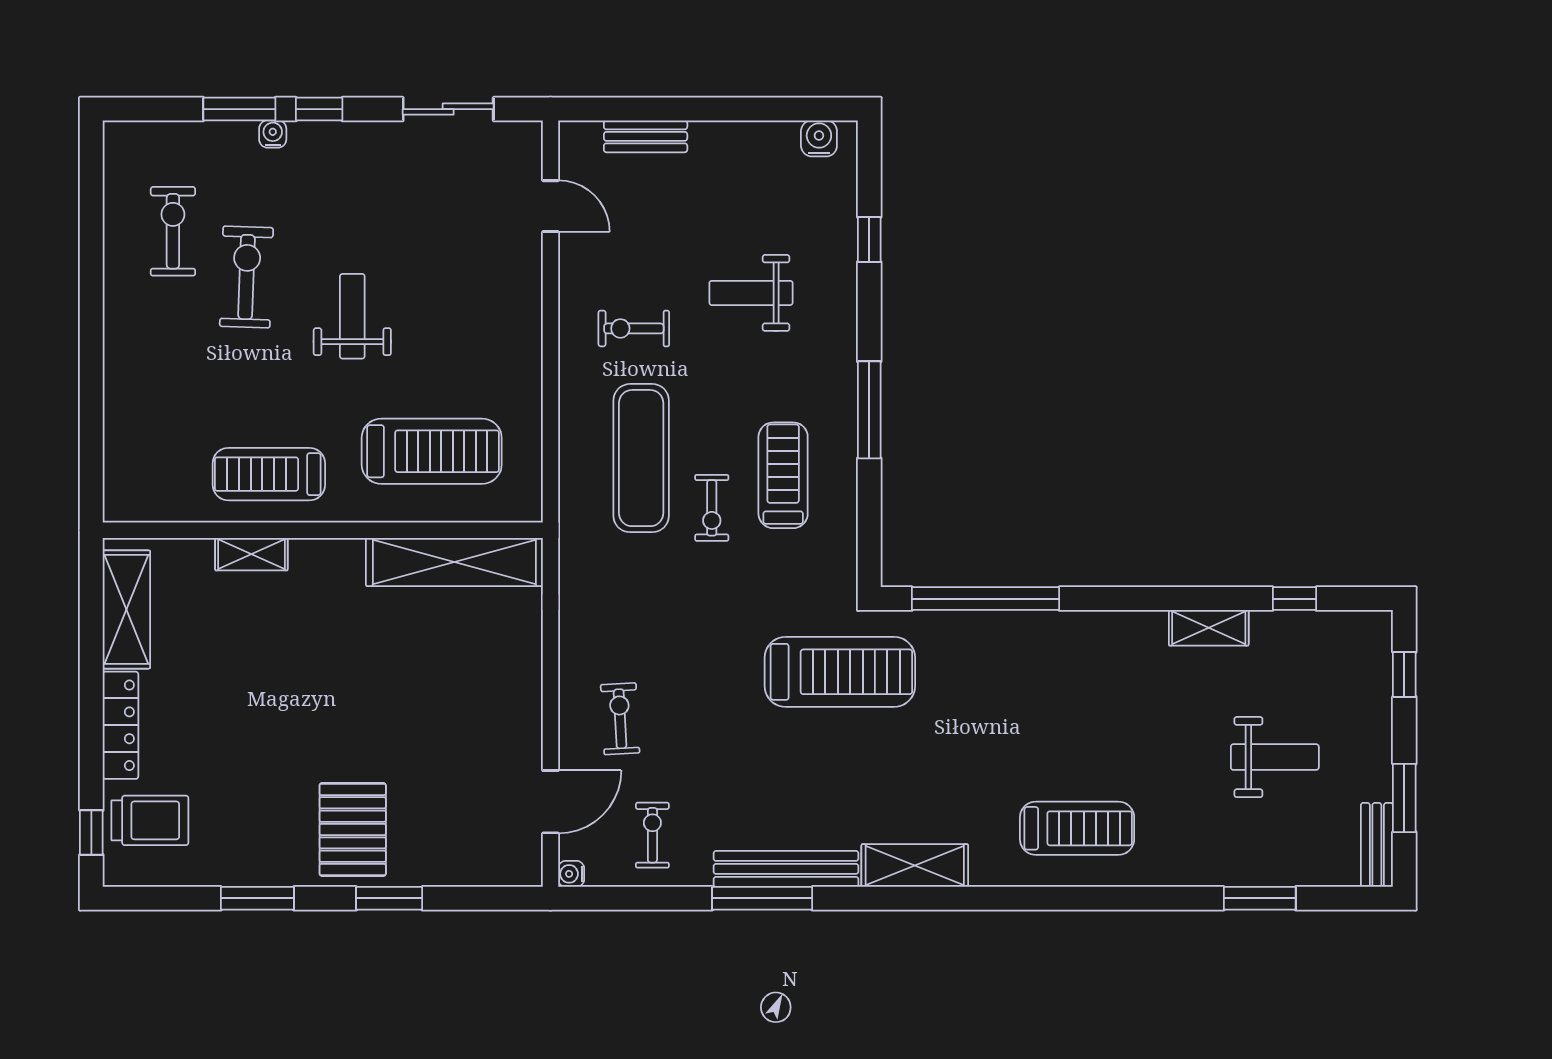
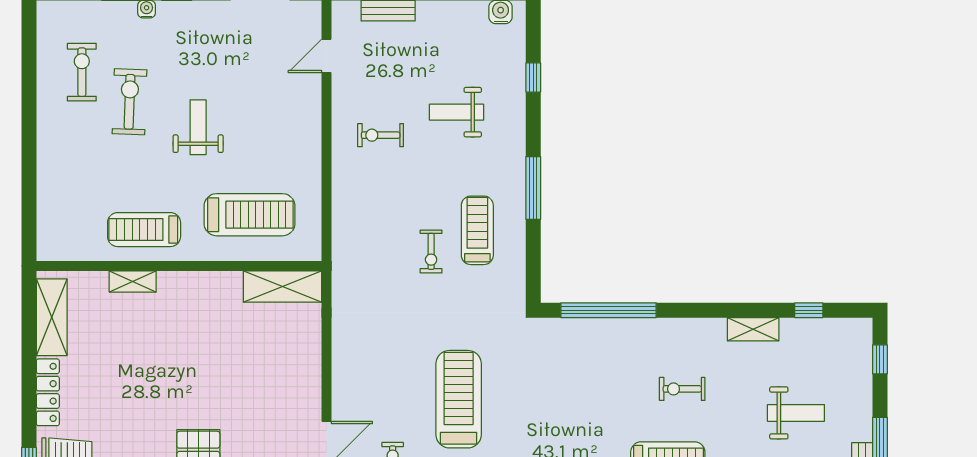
door: (551, 206) -> (327, 56), swing flipped
exercise mat: (641, 458) -> (385, 219), removed
shelving: (454, 562) -> (282, 286), width x0.68
treadmill: (840, 672) -> (459, 399), moved, turned -90
exercise bike: (620, 719) -> (682, 389), moved, turned -87

